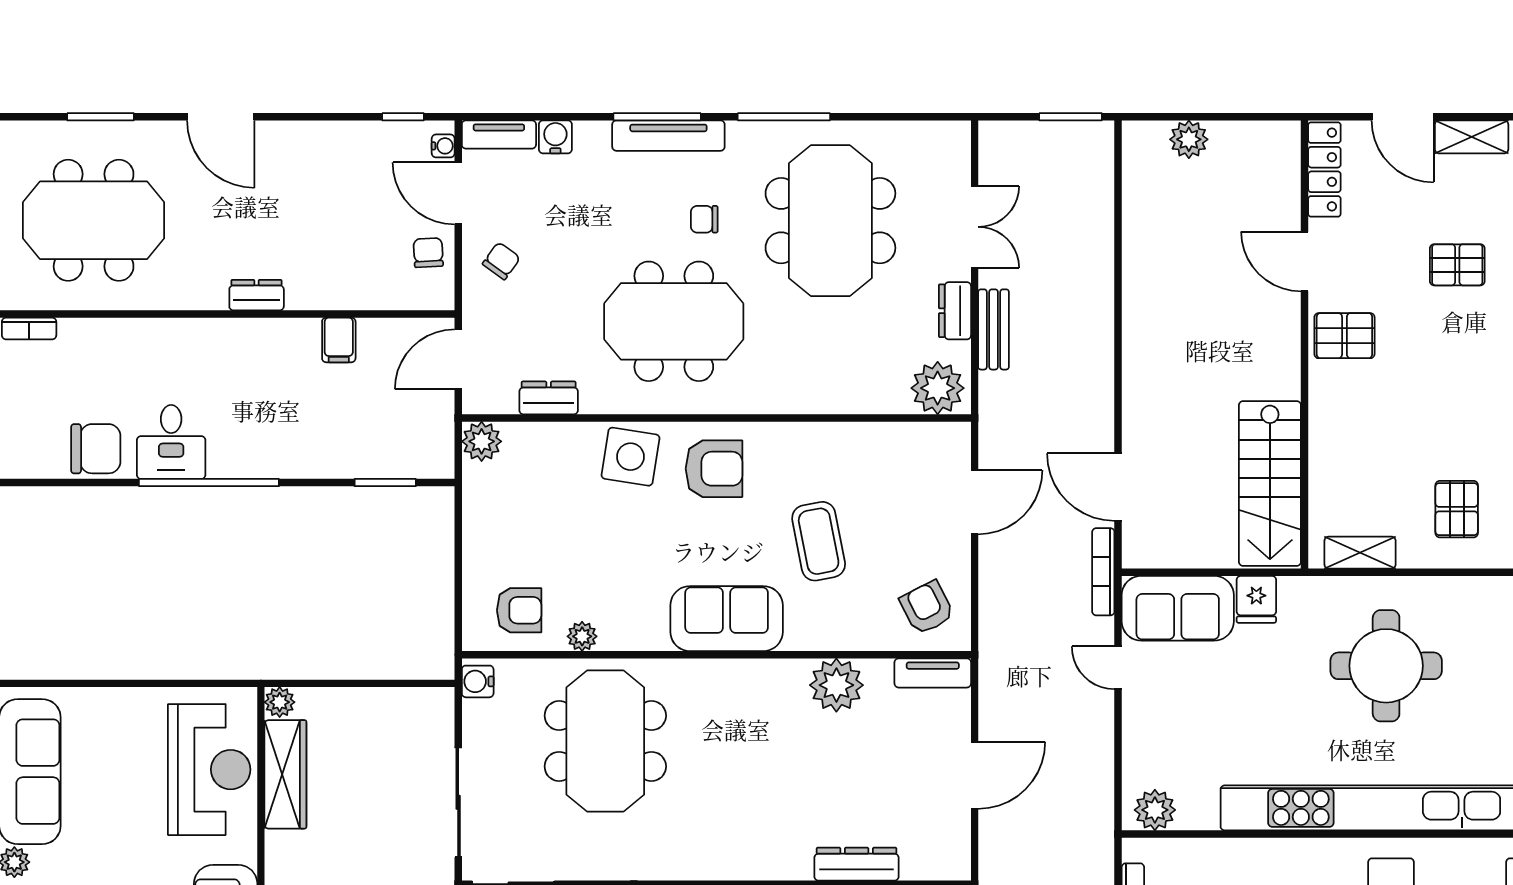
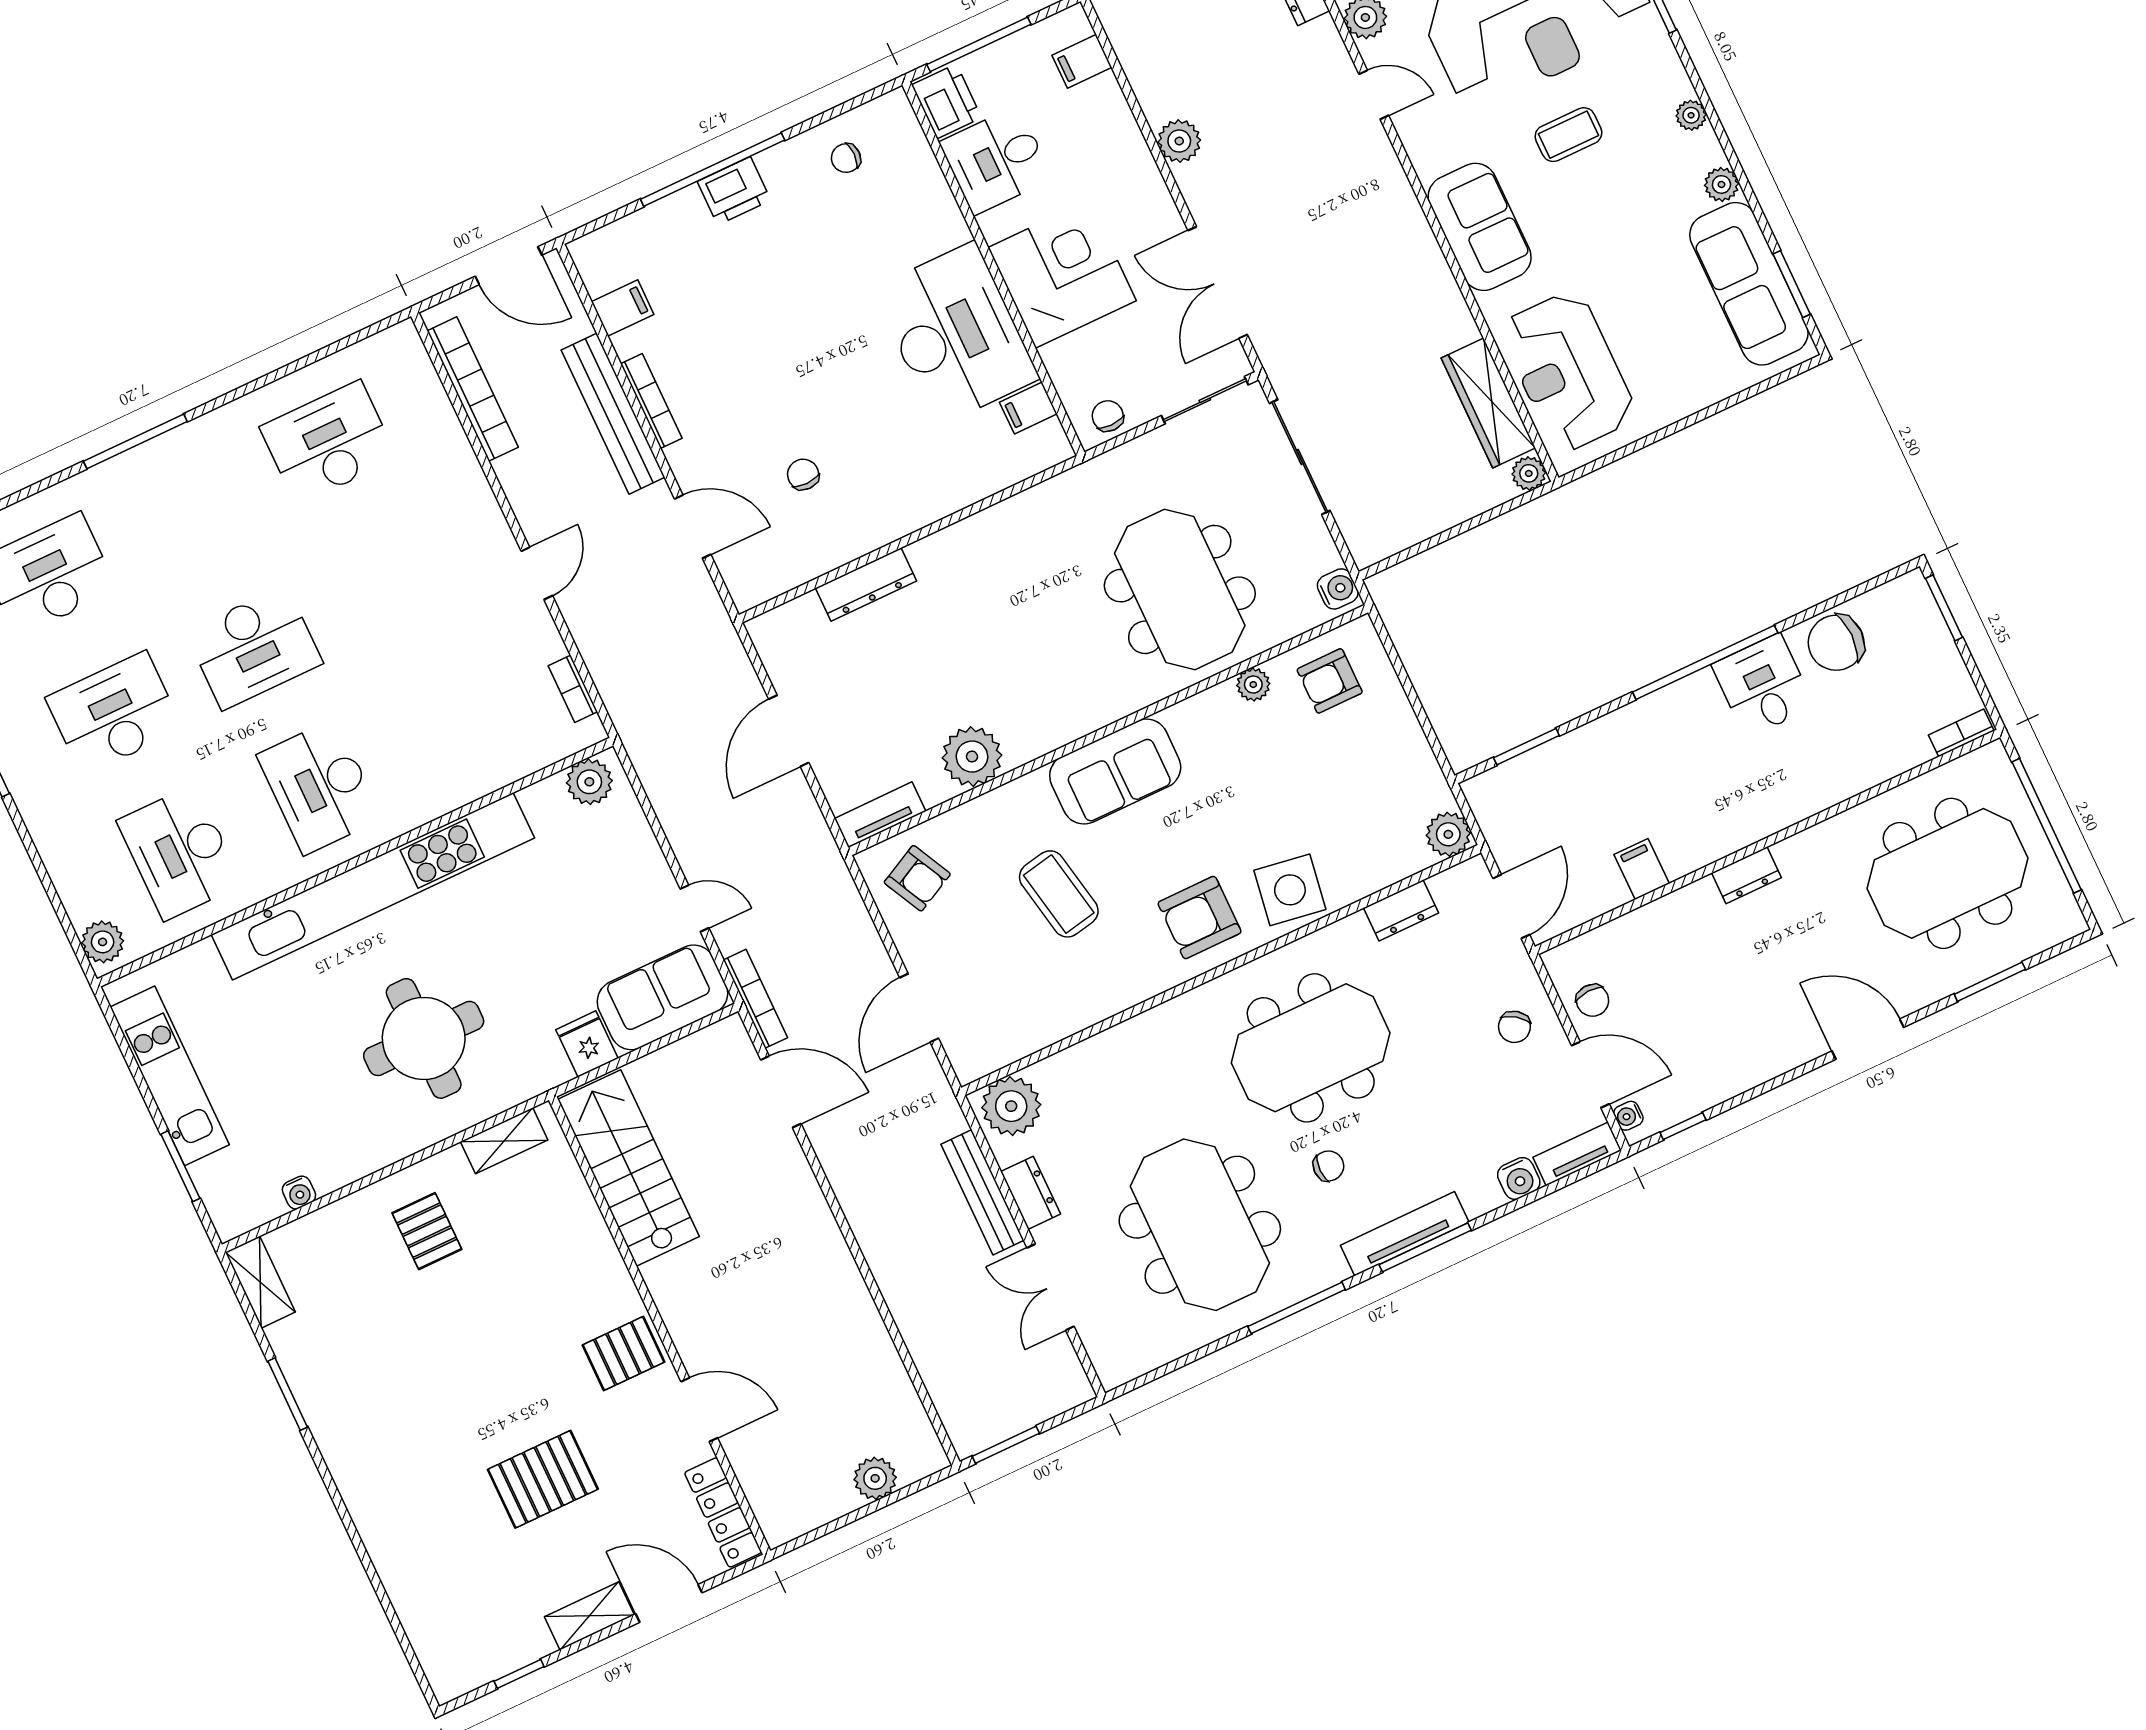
pallet: (1457, 265) -> (543, 1479), width x1.50, depth x1.42
bench: (994, 329) -> (982, 1192), width x1.36

